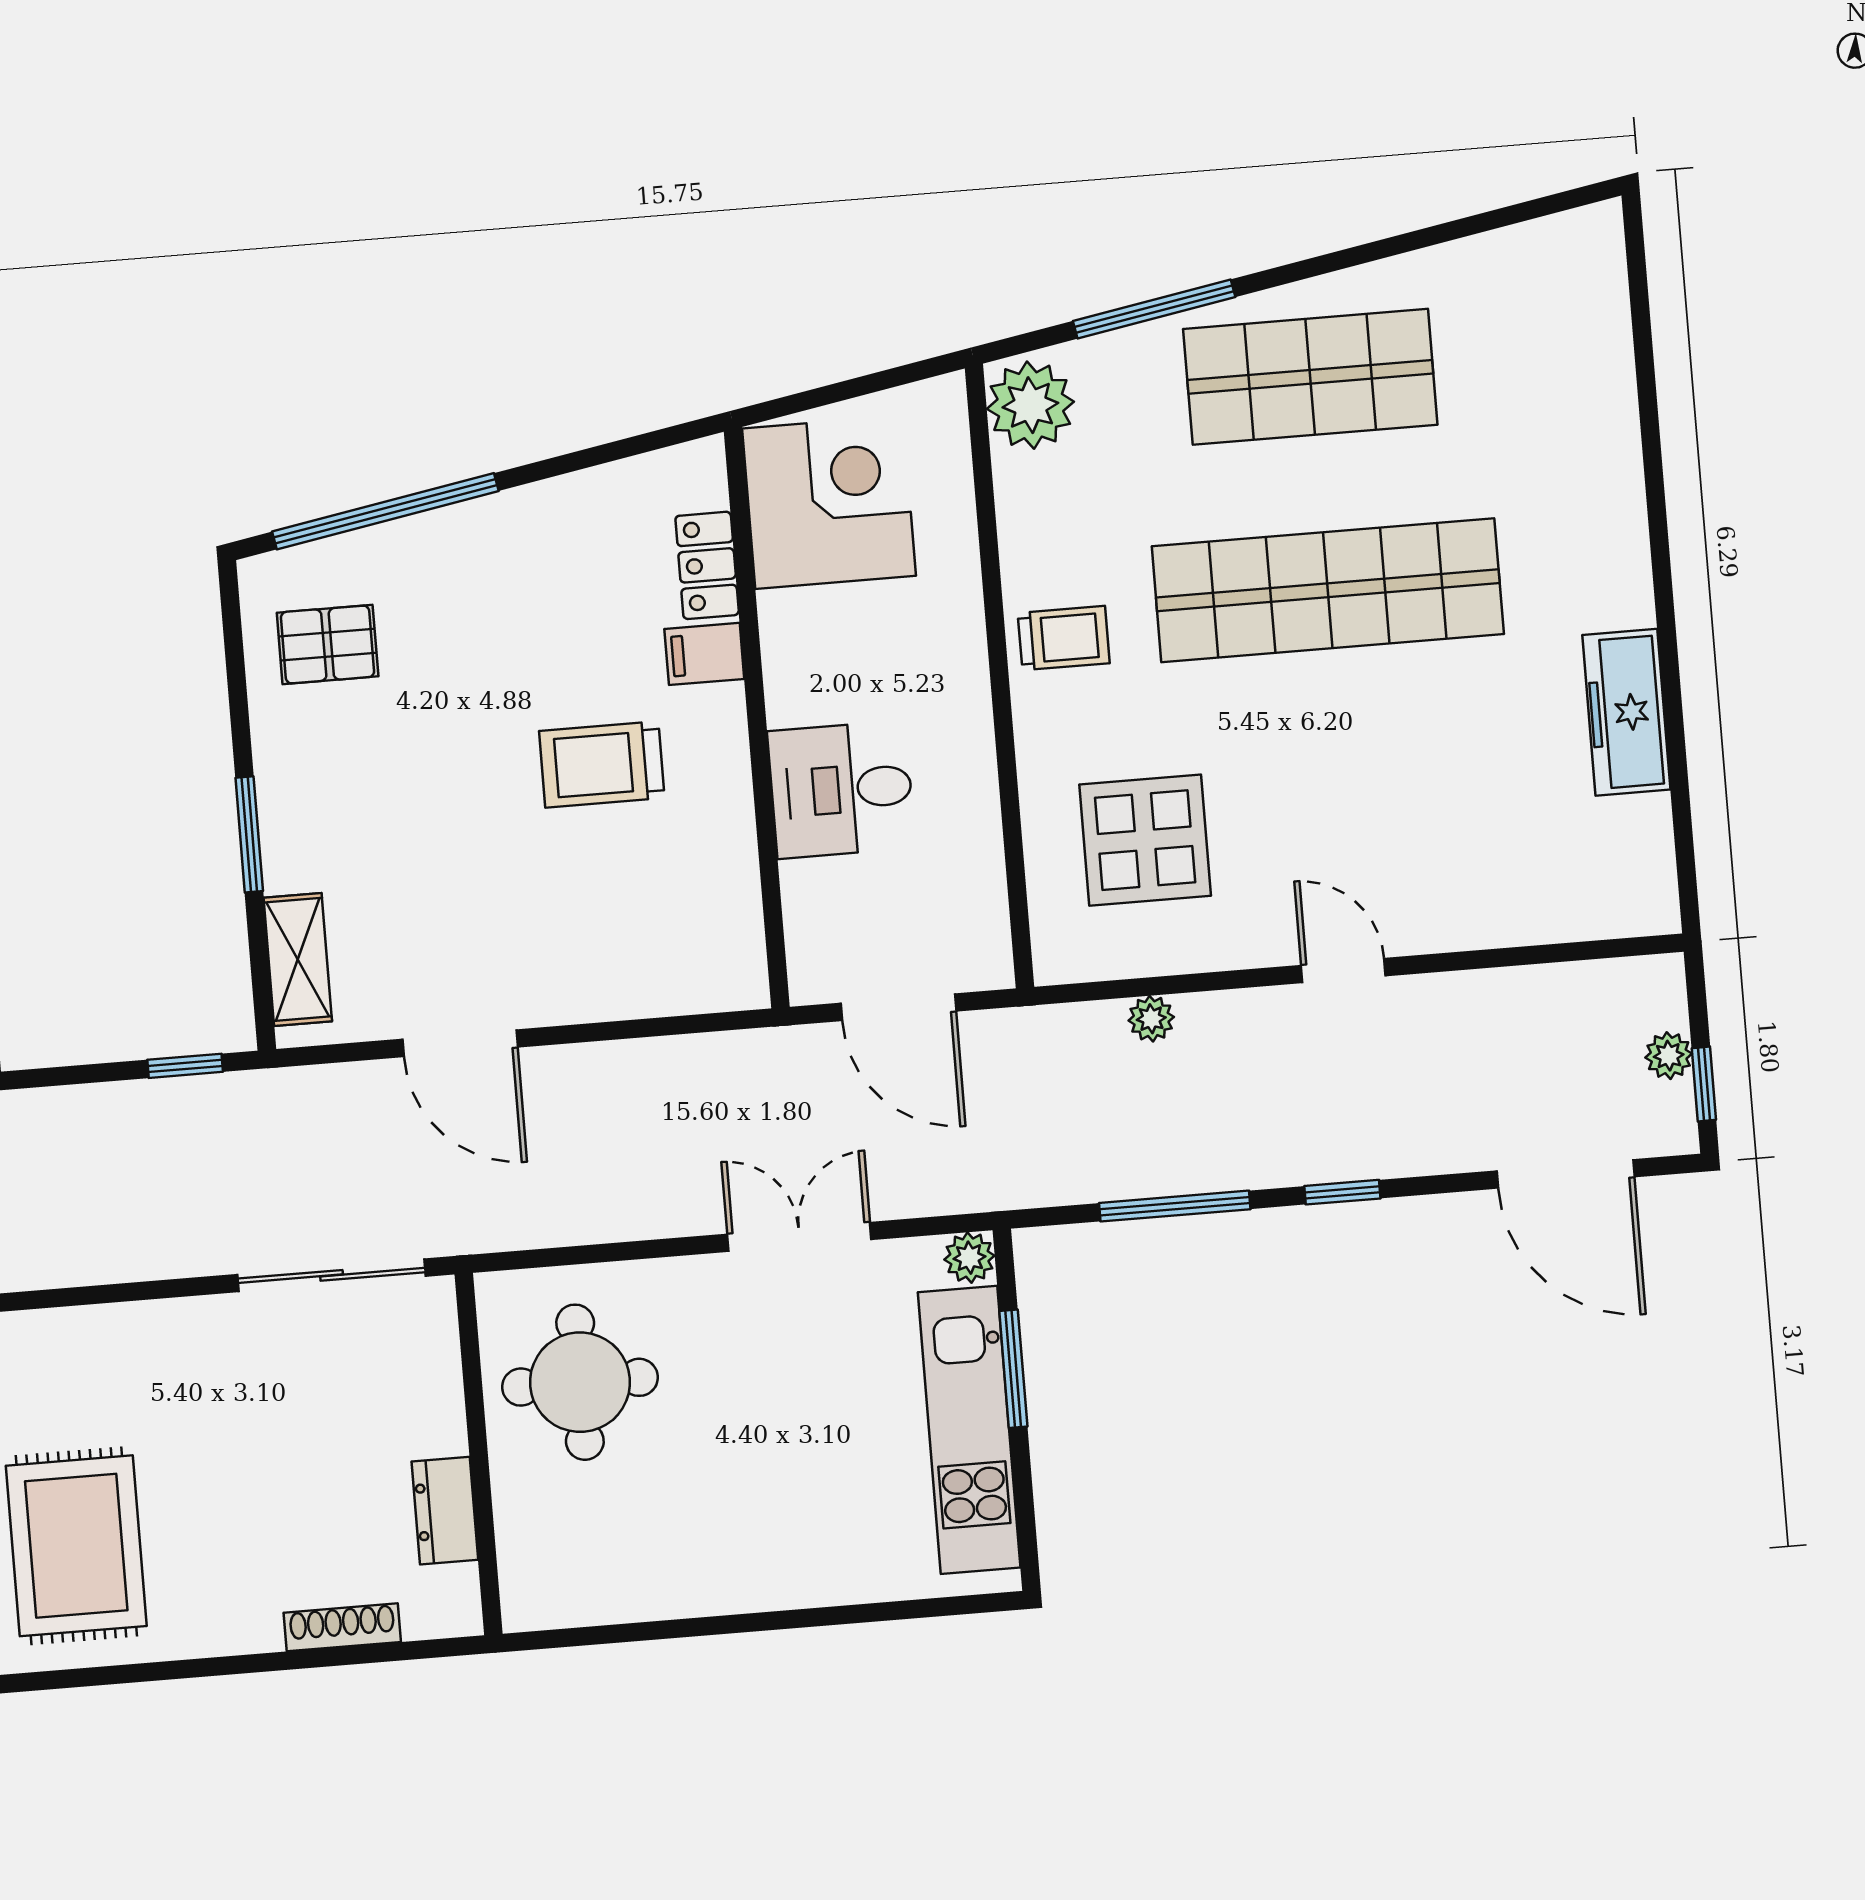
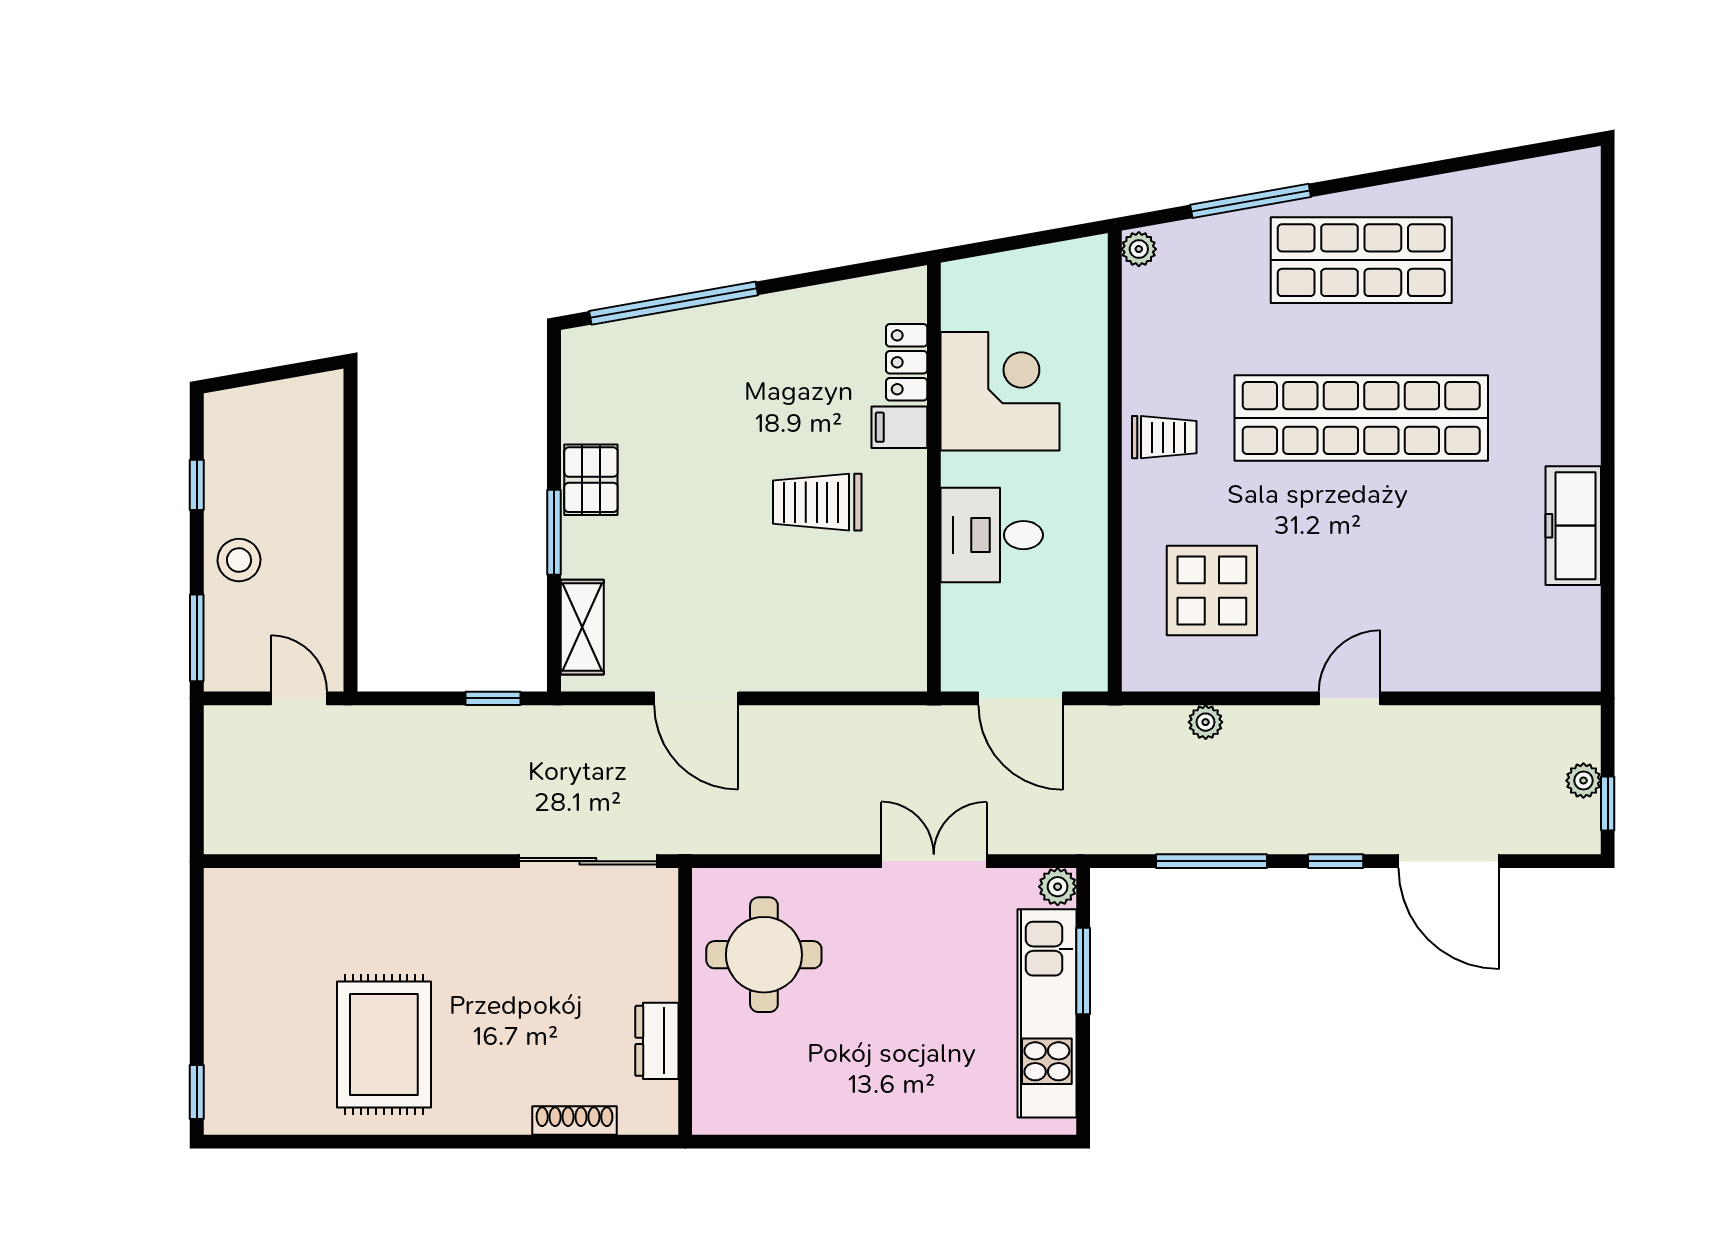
plant: (1030, 405) -> (1139, 249), width x0.53, depth x0.53
corner desk: (829, 502) -> (1000, 391), moved
pallet: (328, 644) -> (591, 480), moved, turned 90
door: (1343, 971) -> (1350, 698), hinge flipped
door: (1566, 1174) -> (1449, 861), moved

